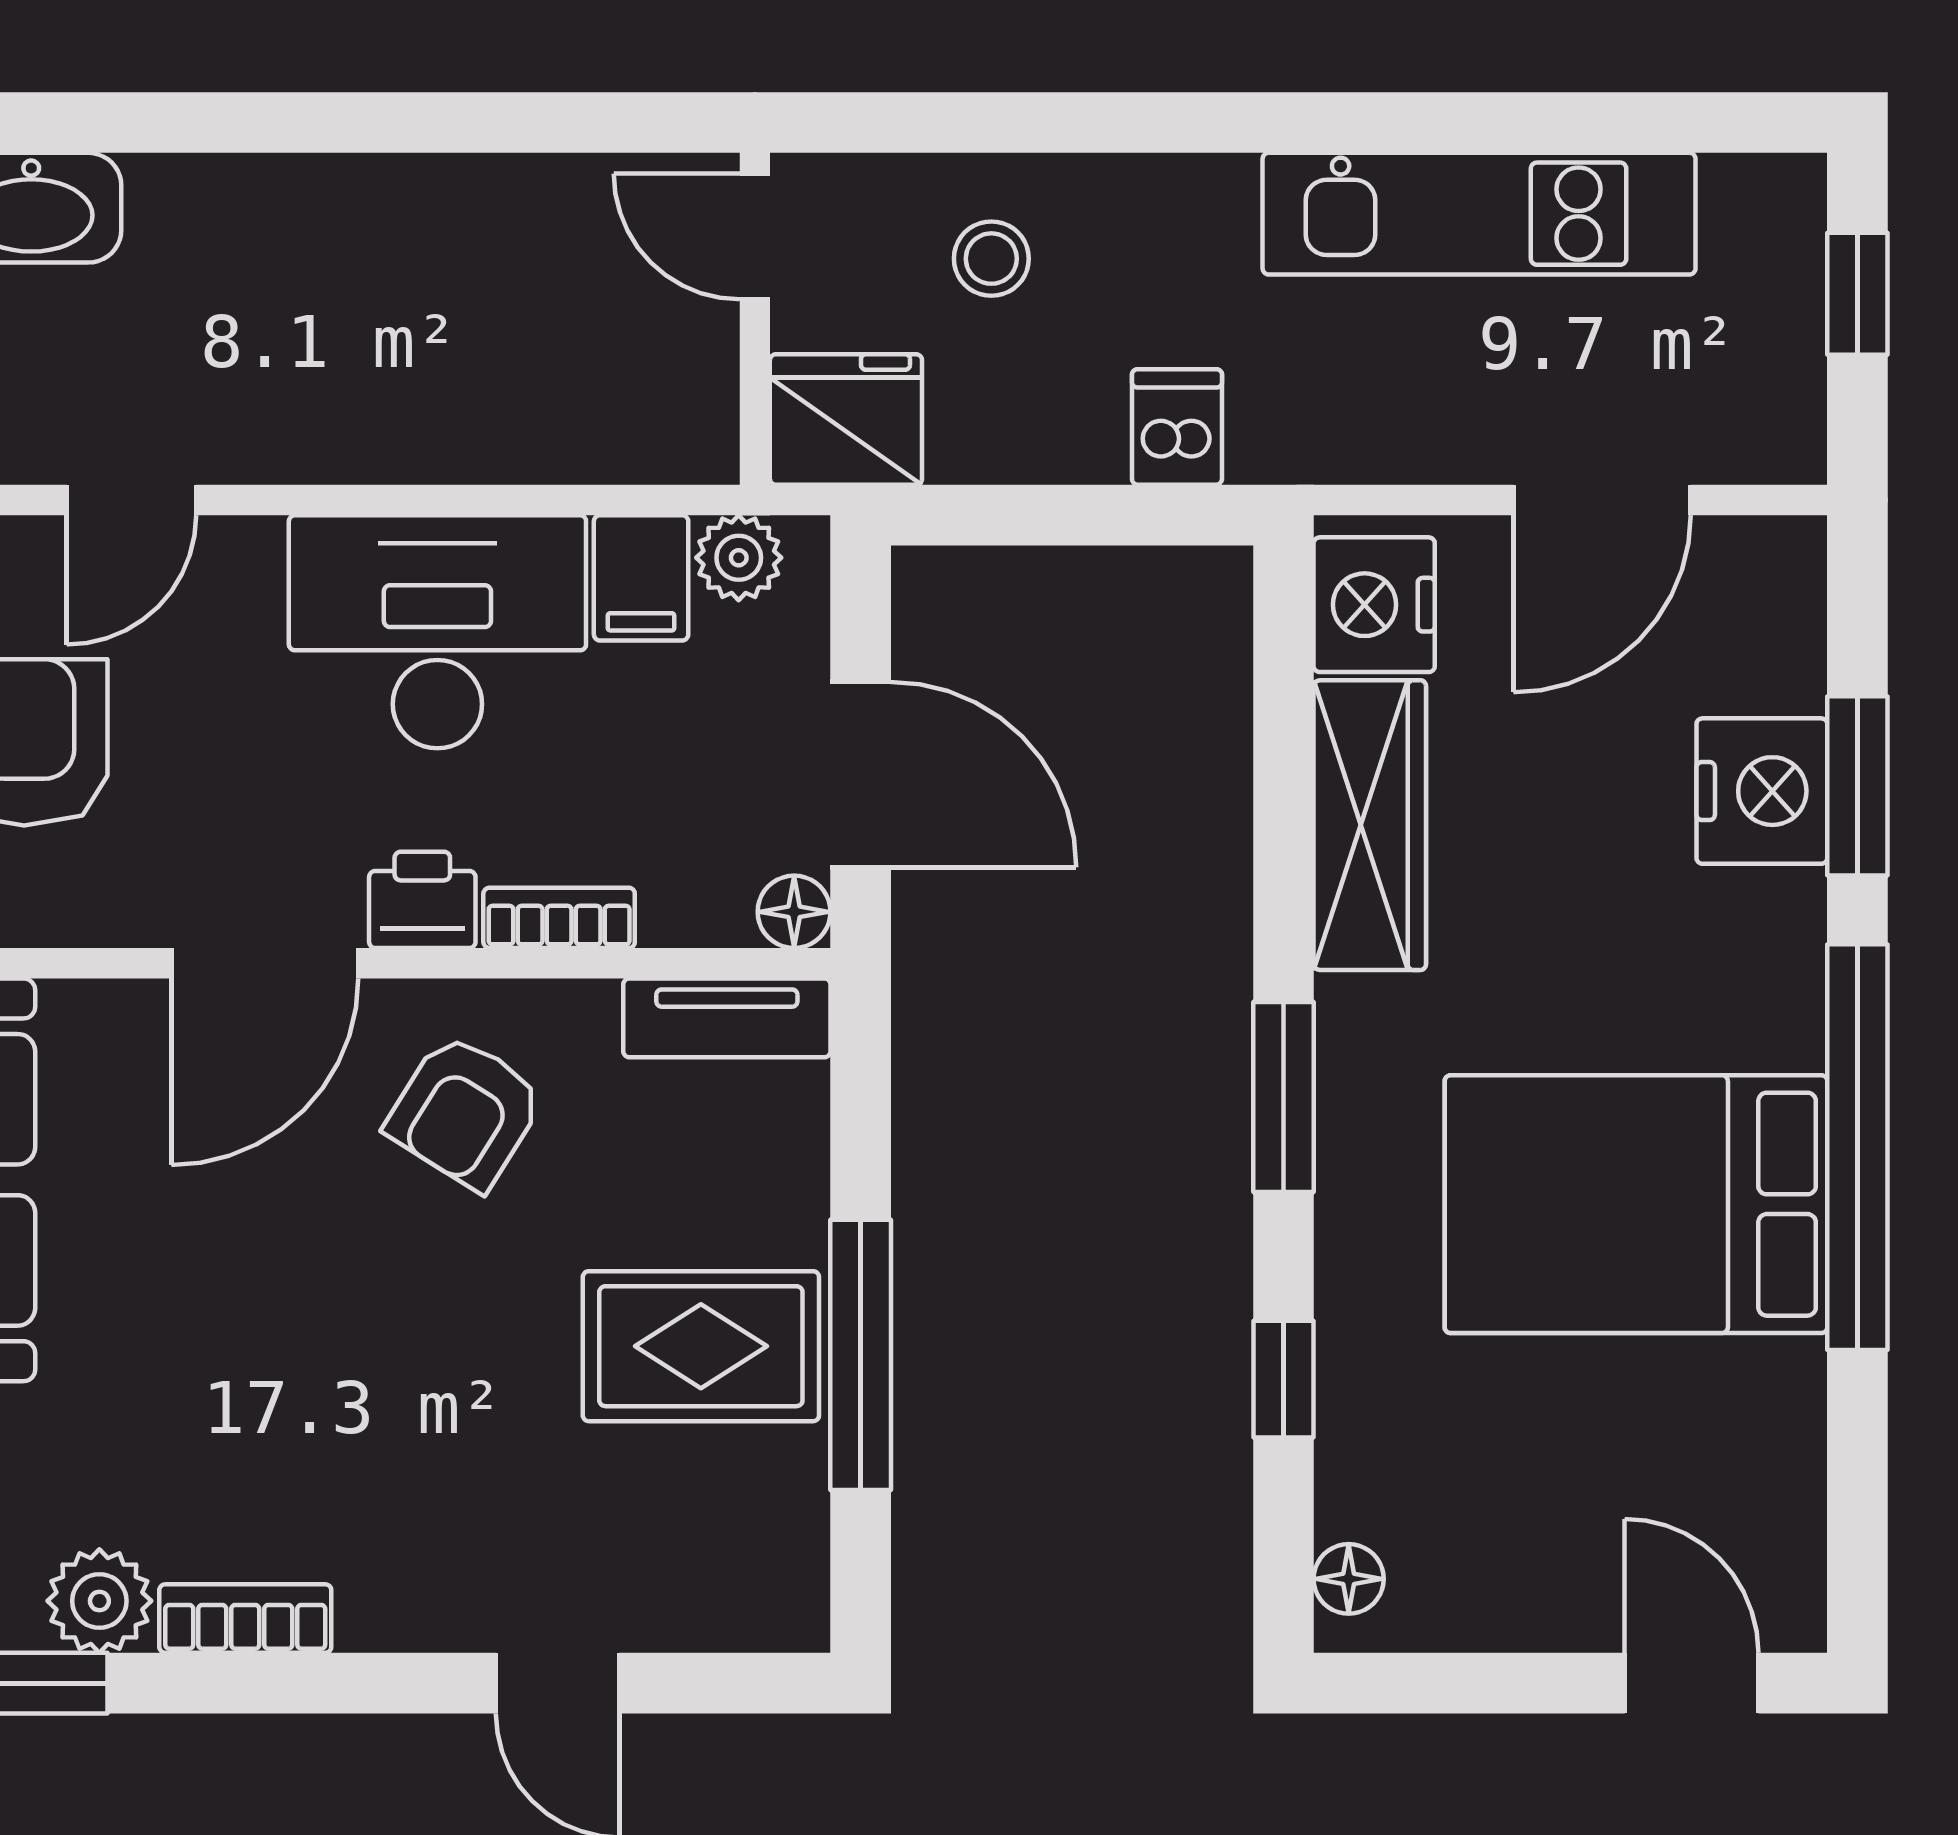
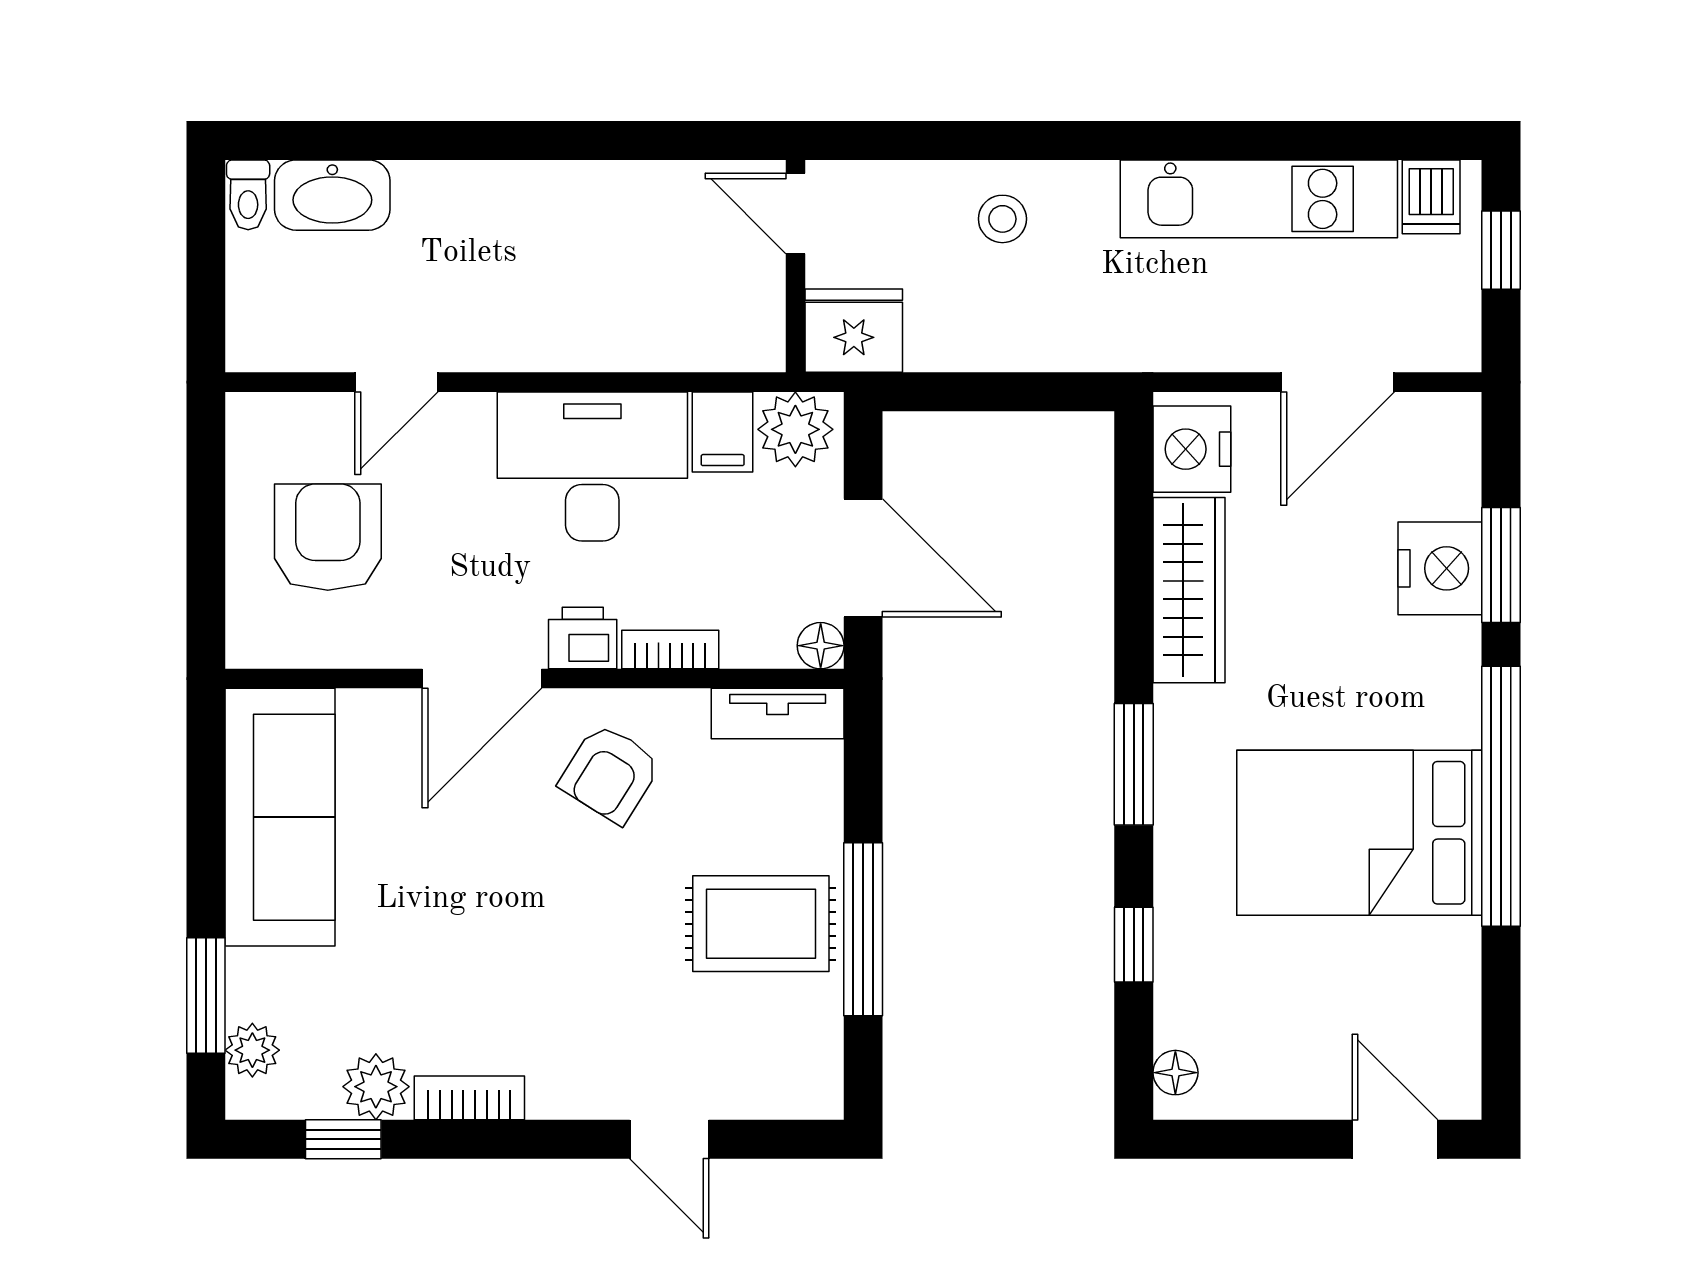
stool: (991, 259) -> (1002, 219), moved
dishwasher: (1177, 427) -> (1431, 197), moved, turned 180
plant: (739, 558) -> (795, 429), width x1.38, depth x1.38

